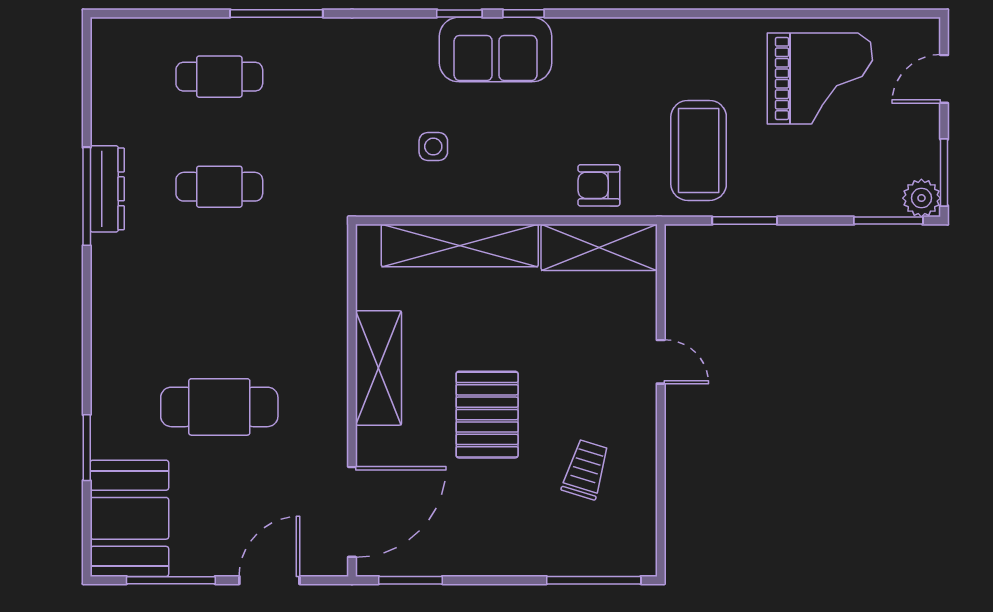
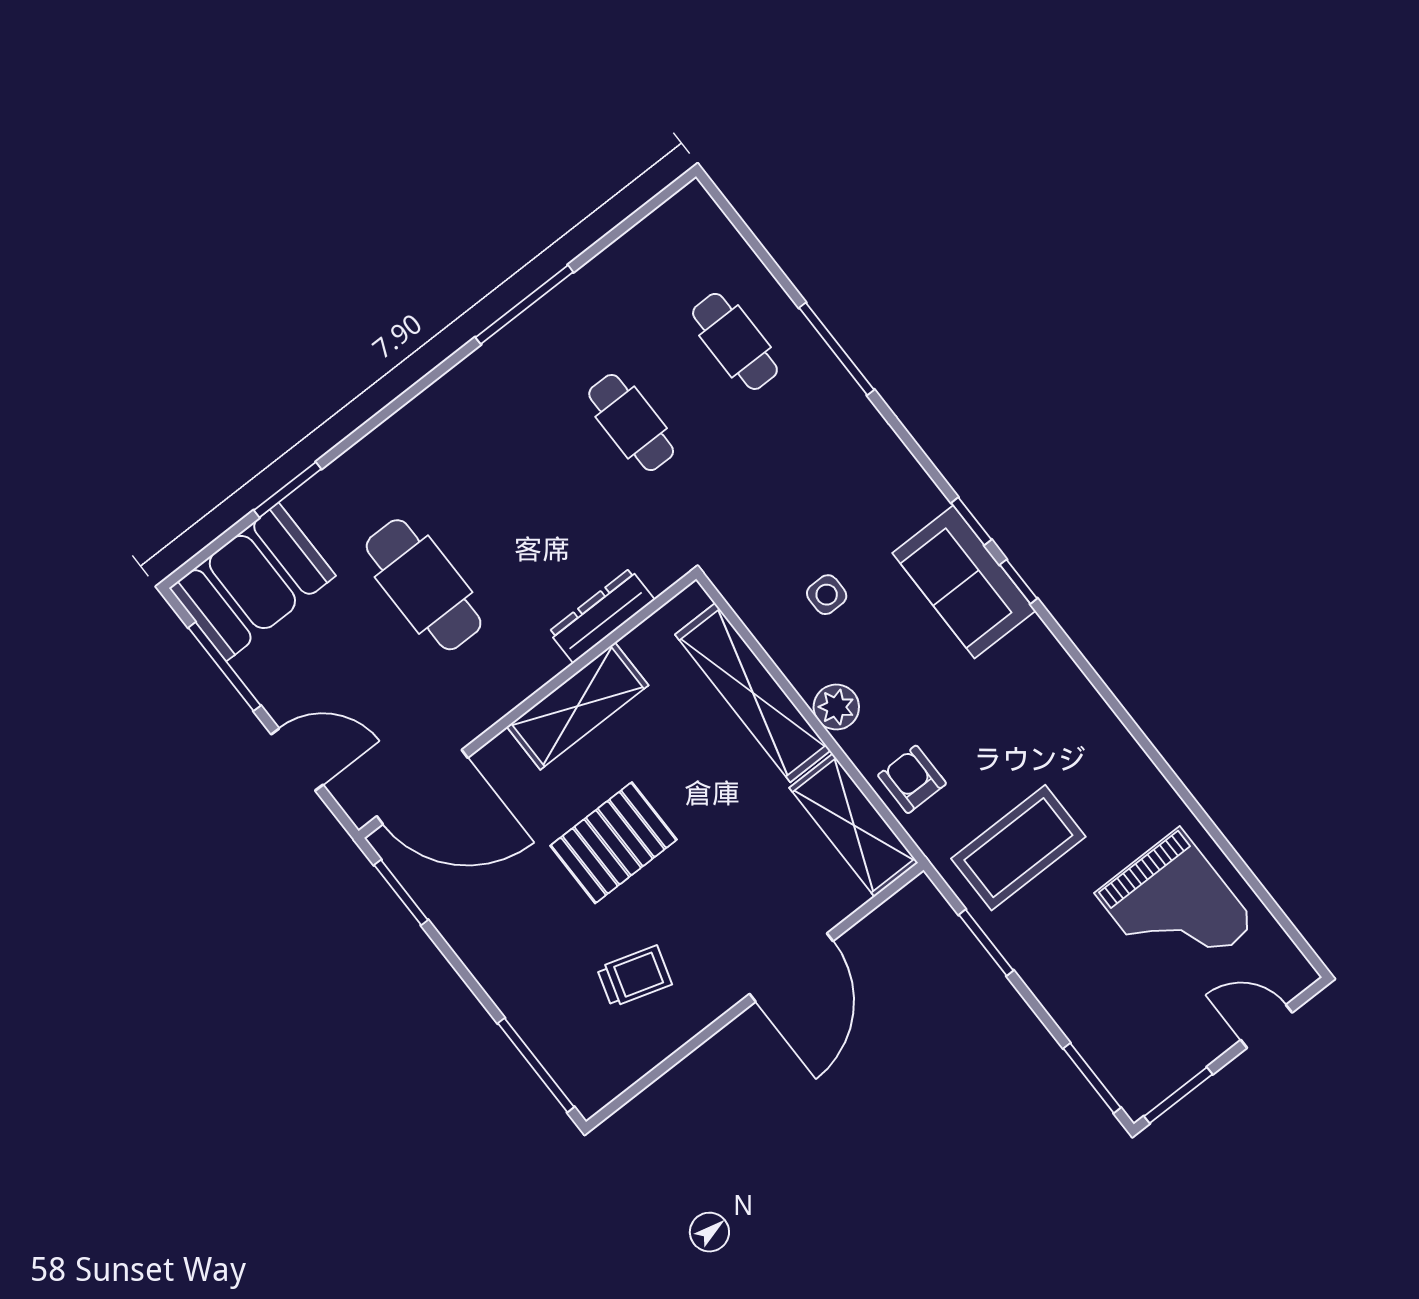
dresser: (107, 189) -> (602, 616), moved, turned 180
plant: (921, 198) -> (836, 707), moved
door: (661, 362) -> (791, 967), width x1.87

